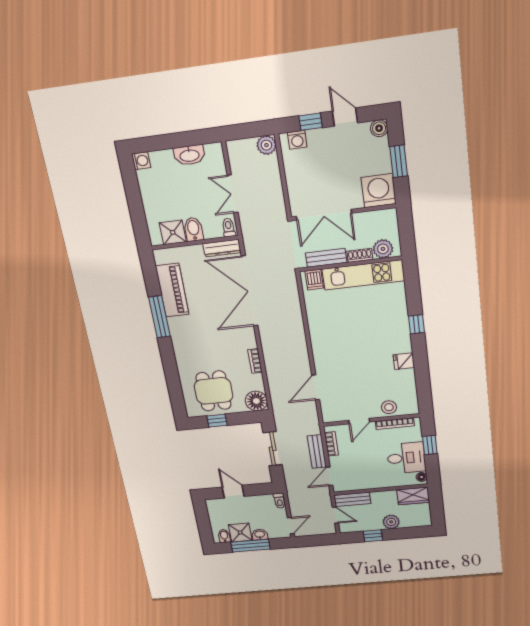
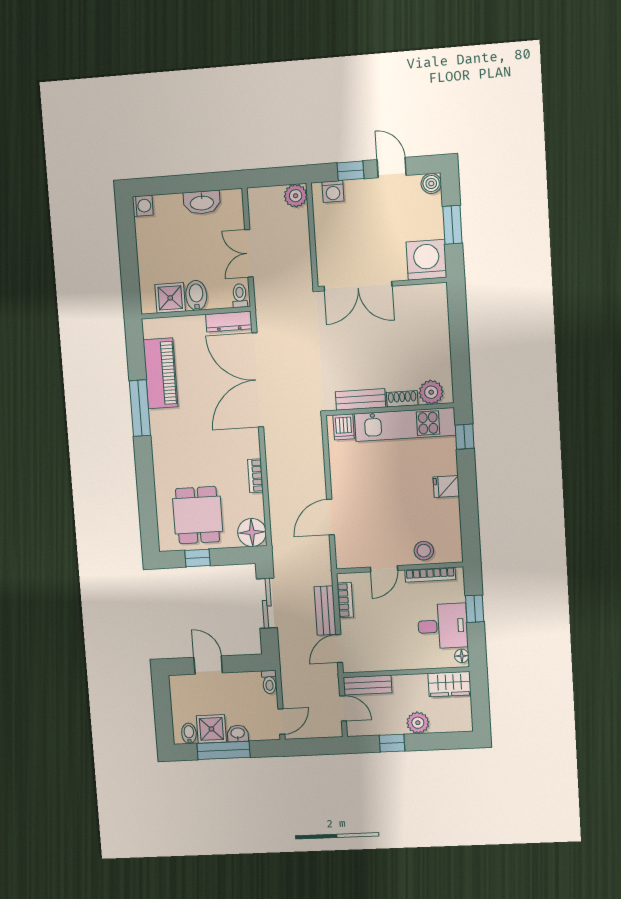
plant: (383, 249) -> (431, 392), moved
shoe rack: (360, 255) -> (402, 399), moved
bench: (326, 258) -> (360, 399), moved
wall: (350, 264) -> (390, 409), moved
kitchen unit: (363, 275) -> (405, 424), moved
dishwasher: (314, 280) -> (344, 427), moved

